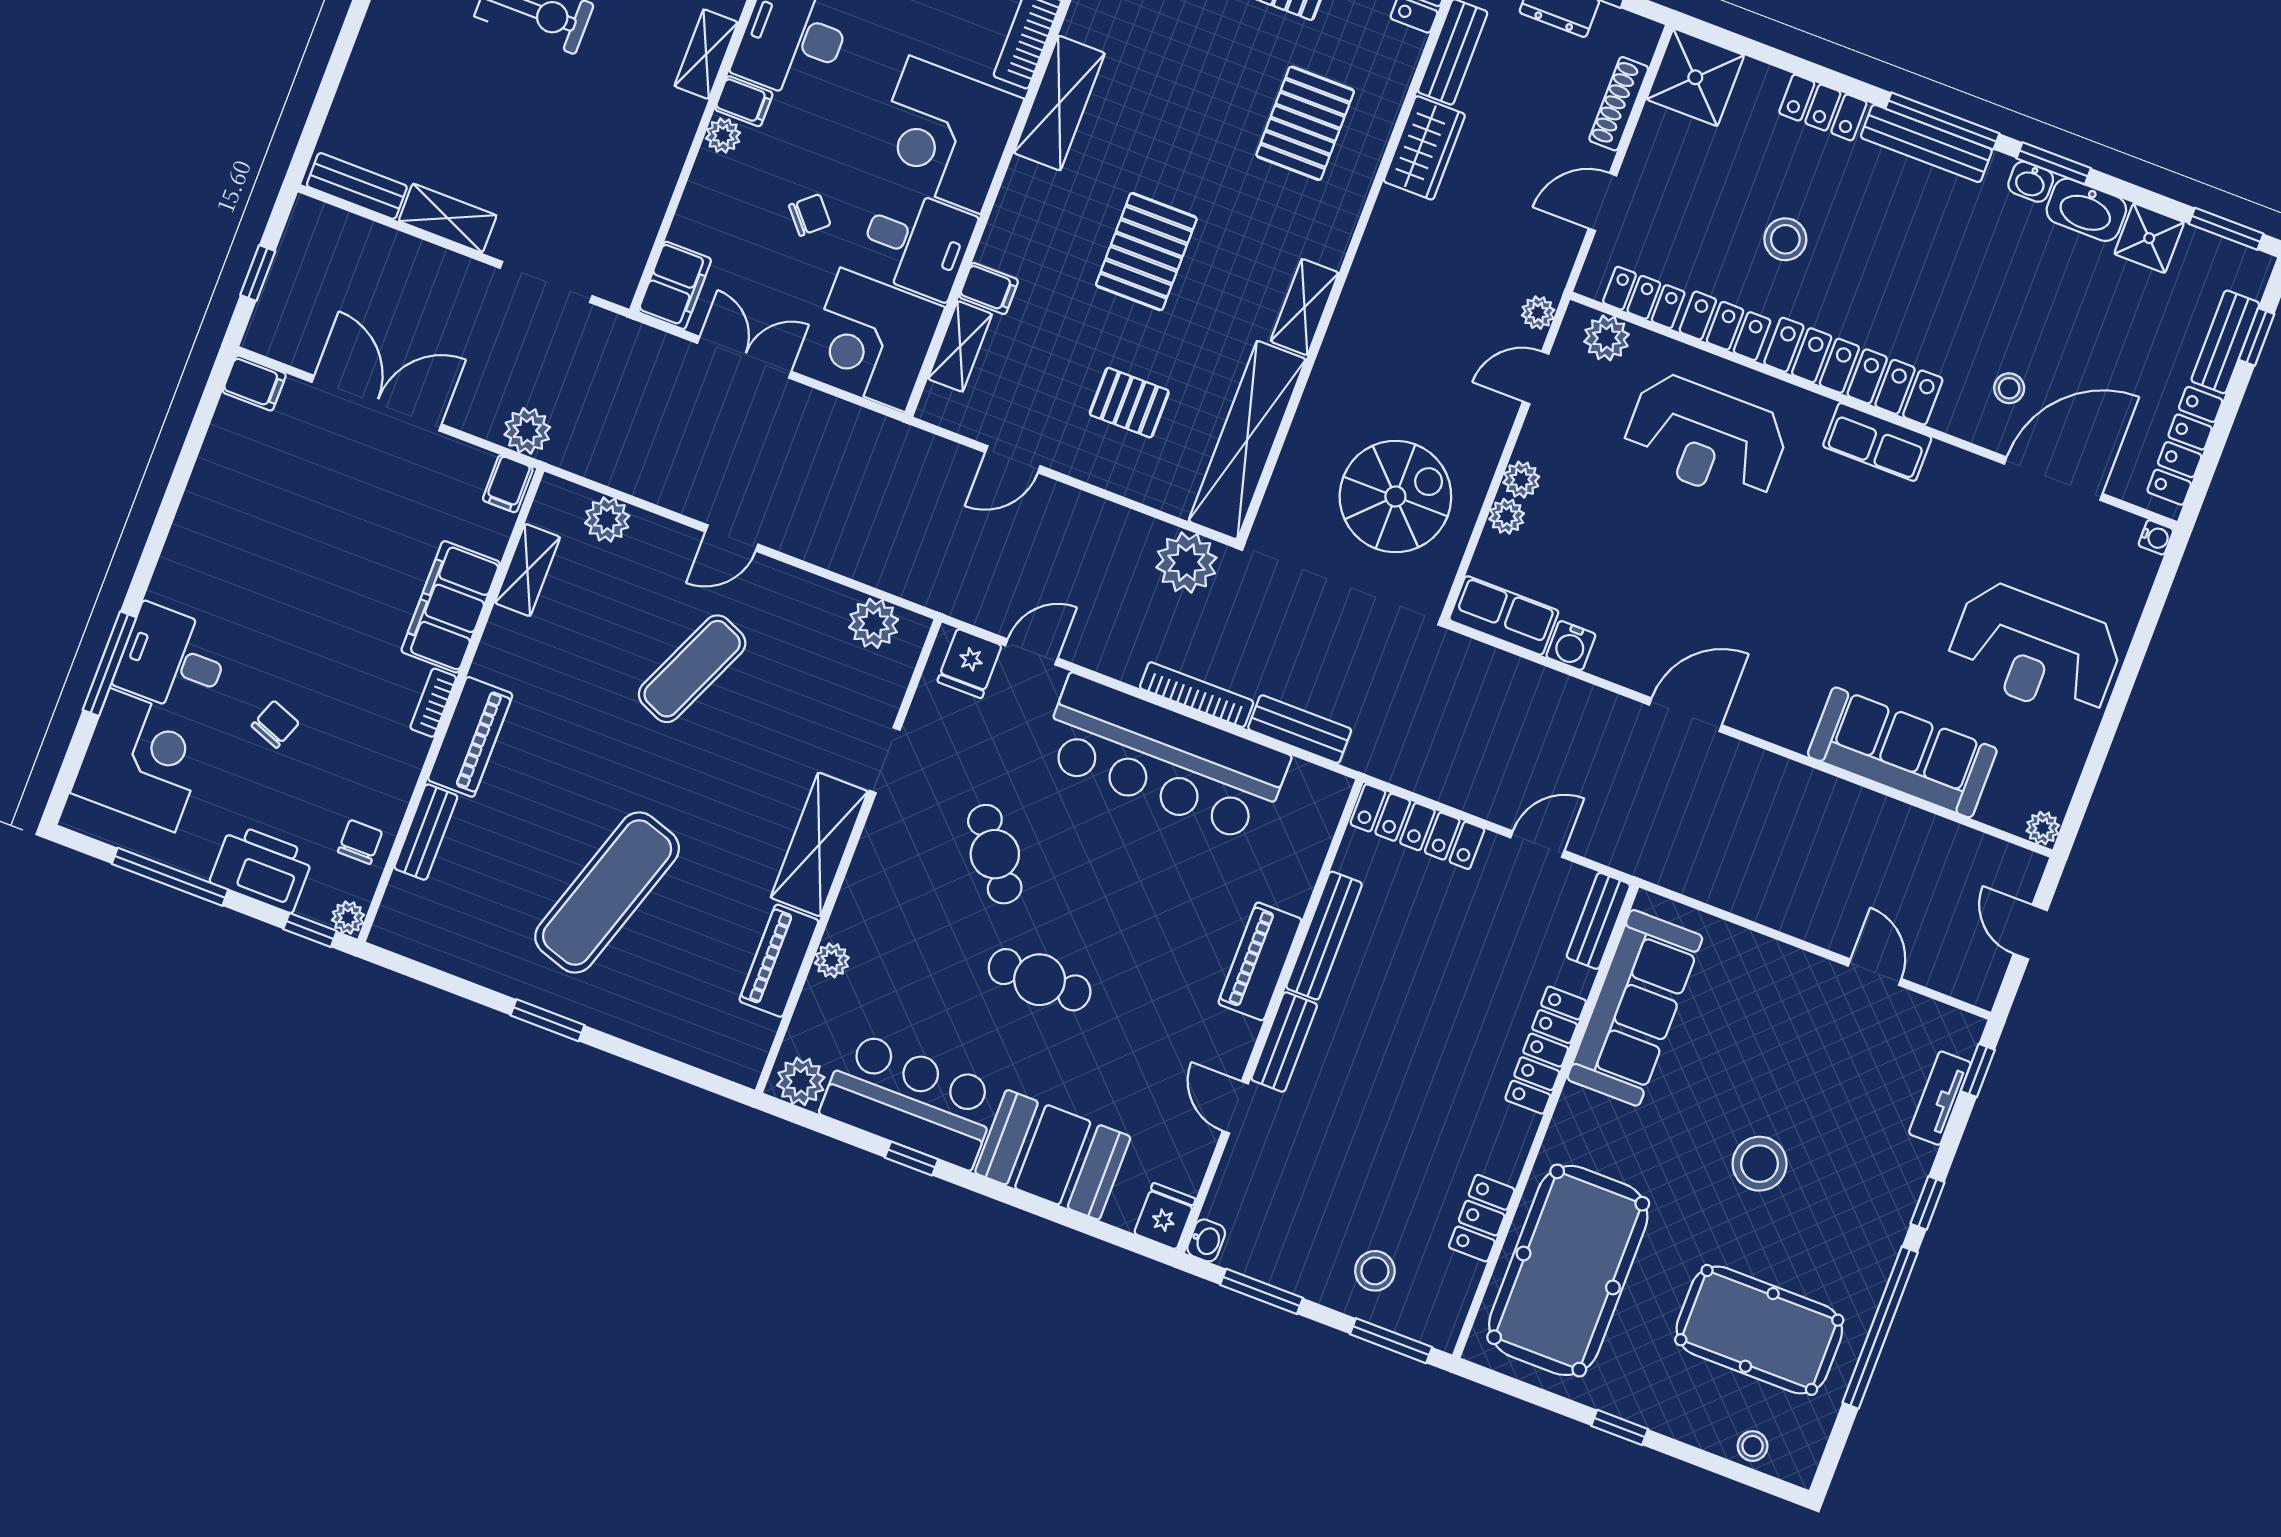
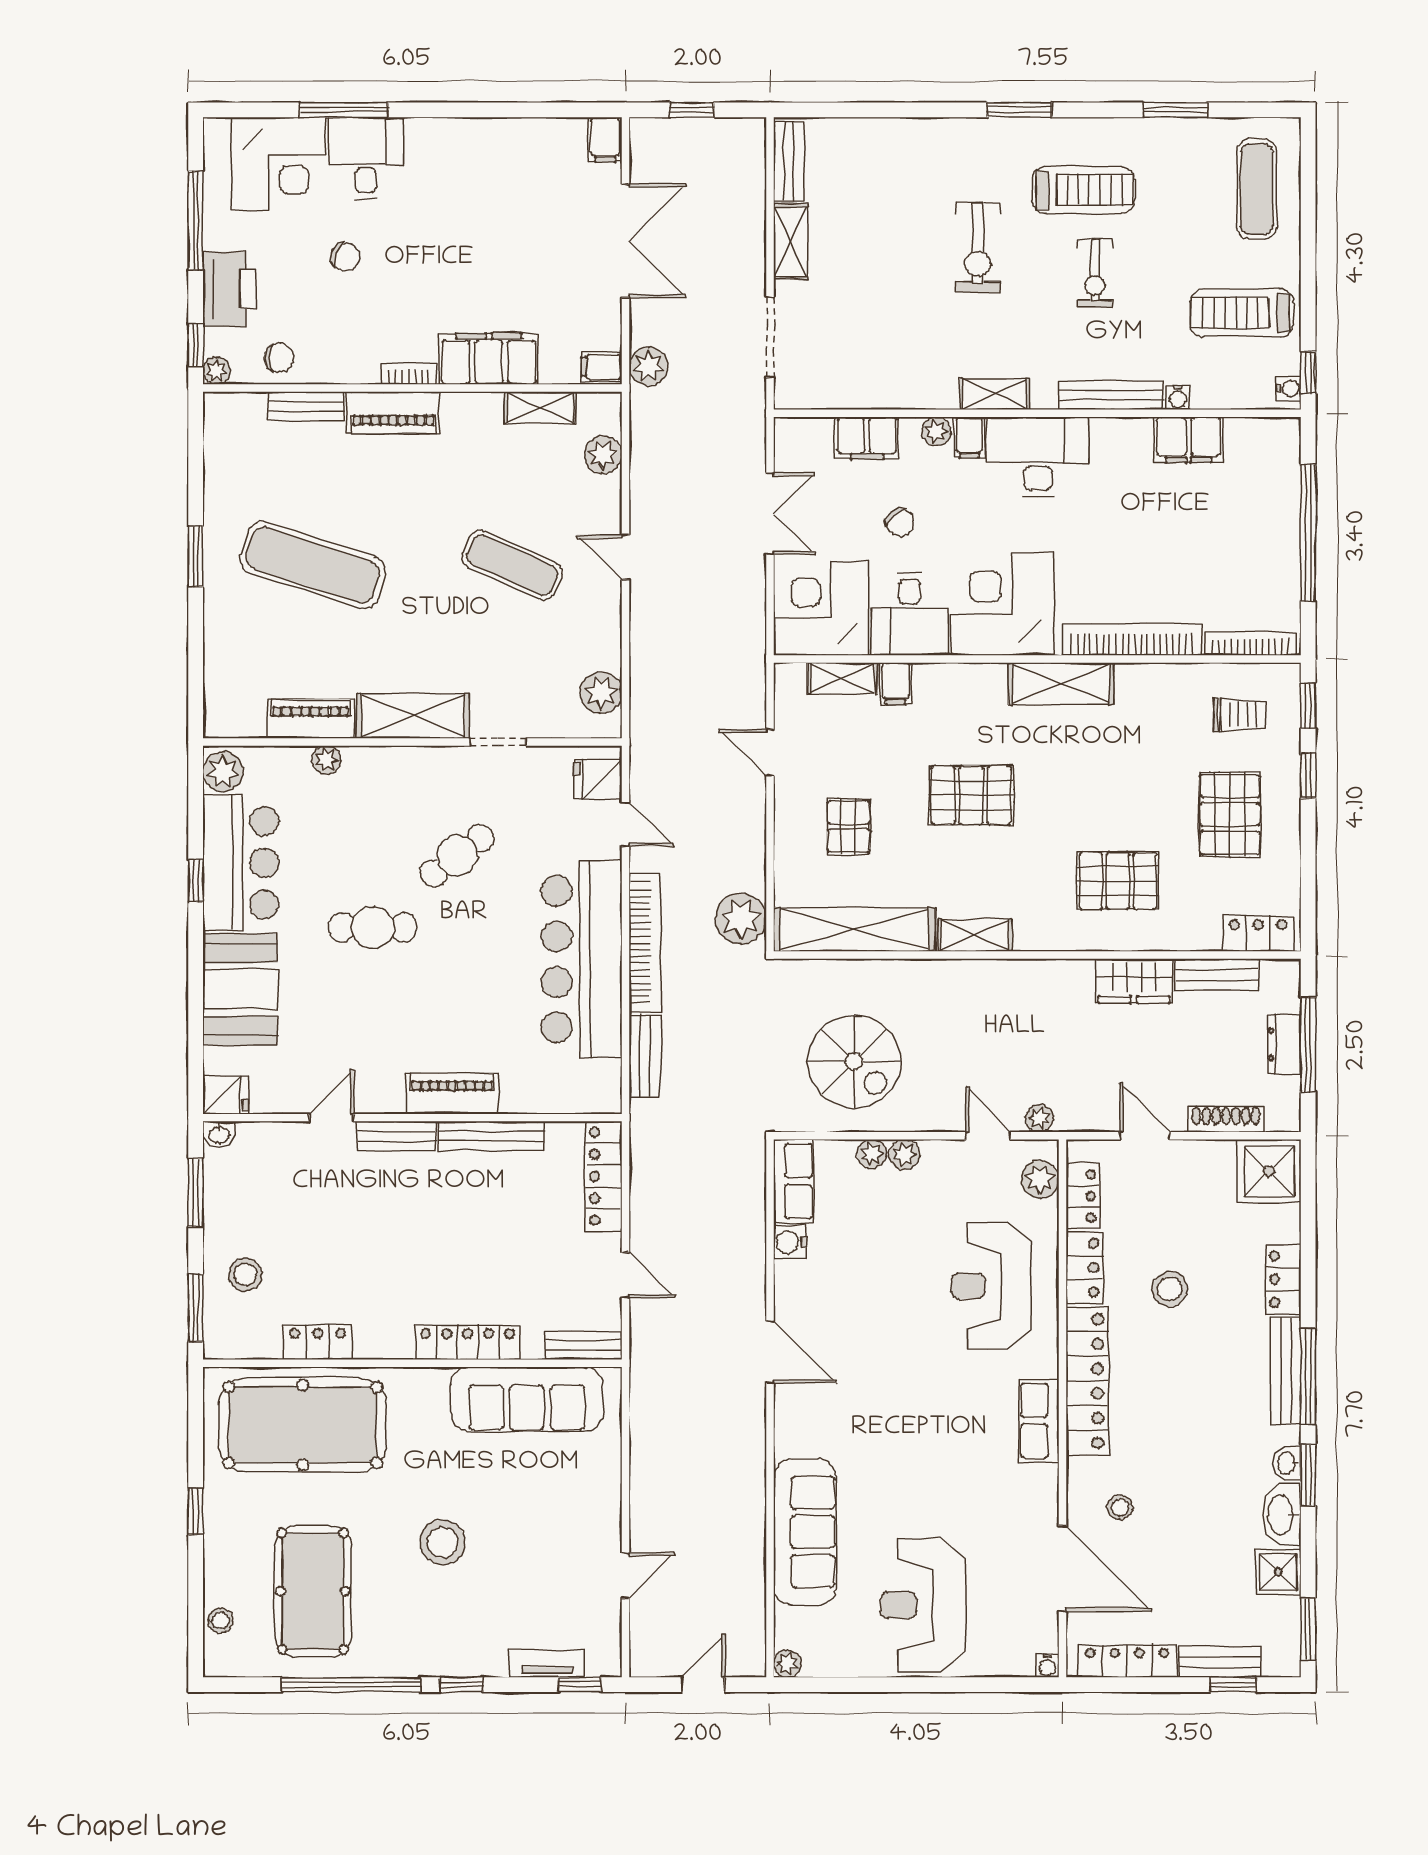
filing cabinet: (675, 285) -> (867, 438), moved
bookcase: (1197, 695) -> (645, 943), width x1.48, depth x1.31
cafe table: (1040, 980) -> (373, 927), turned 90

